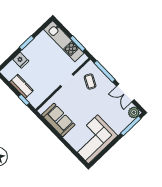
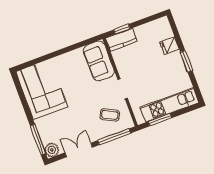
kitchen counter: (21, 86) -> (121, 40), moved
sofa: (58, 120) -> (99, 61), moved, turned 90

